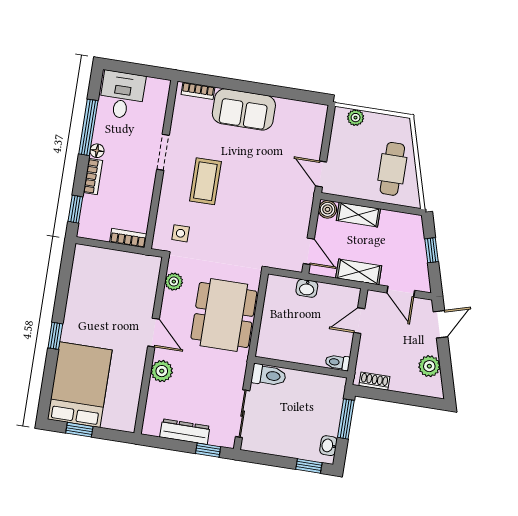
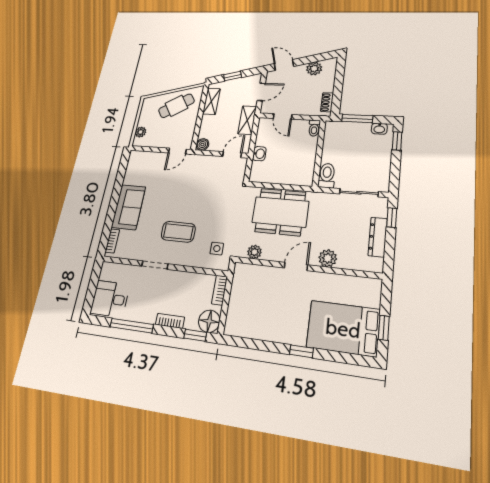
floor lamp: (97, 151) -> (209, 321), moved, width x1.89, depth x1.89
cafe table: (392, 169) -> (176, 106), turned -33
shelving: (358, 215) -> (211, 101), moved

